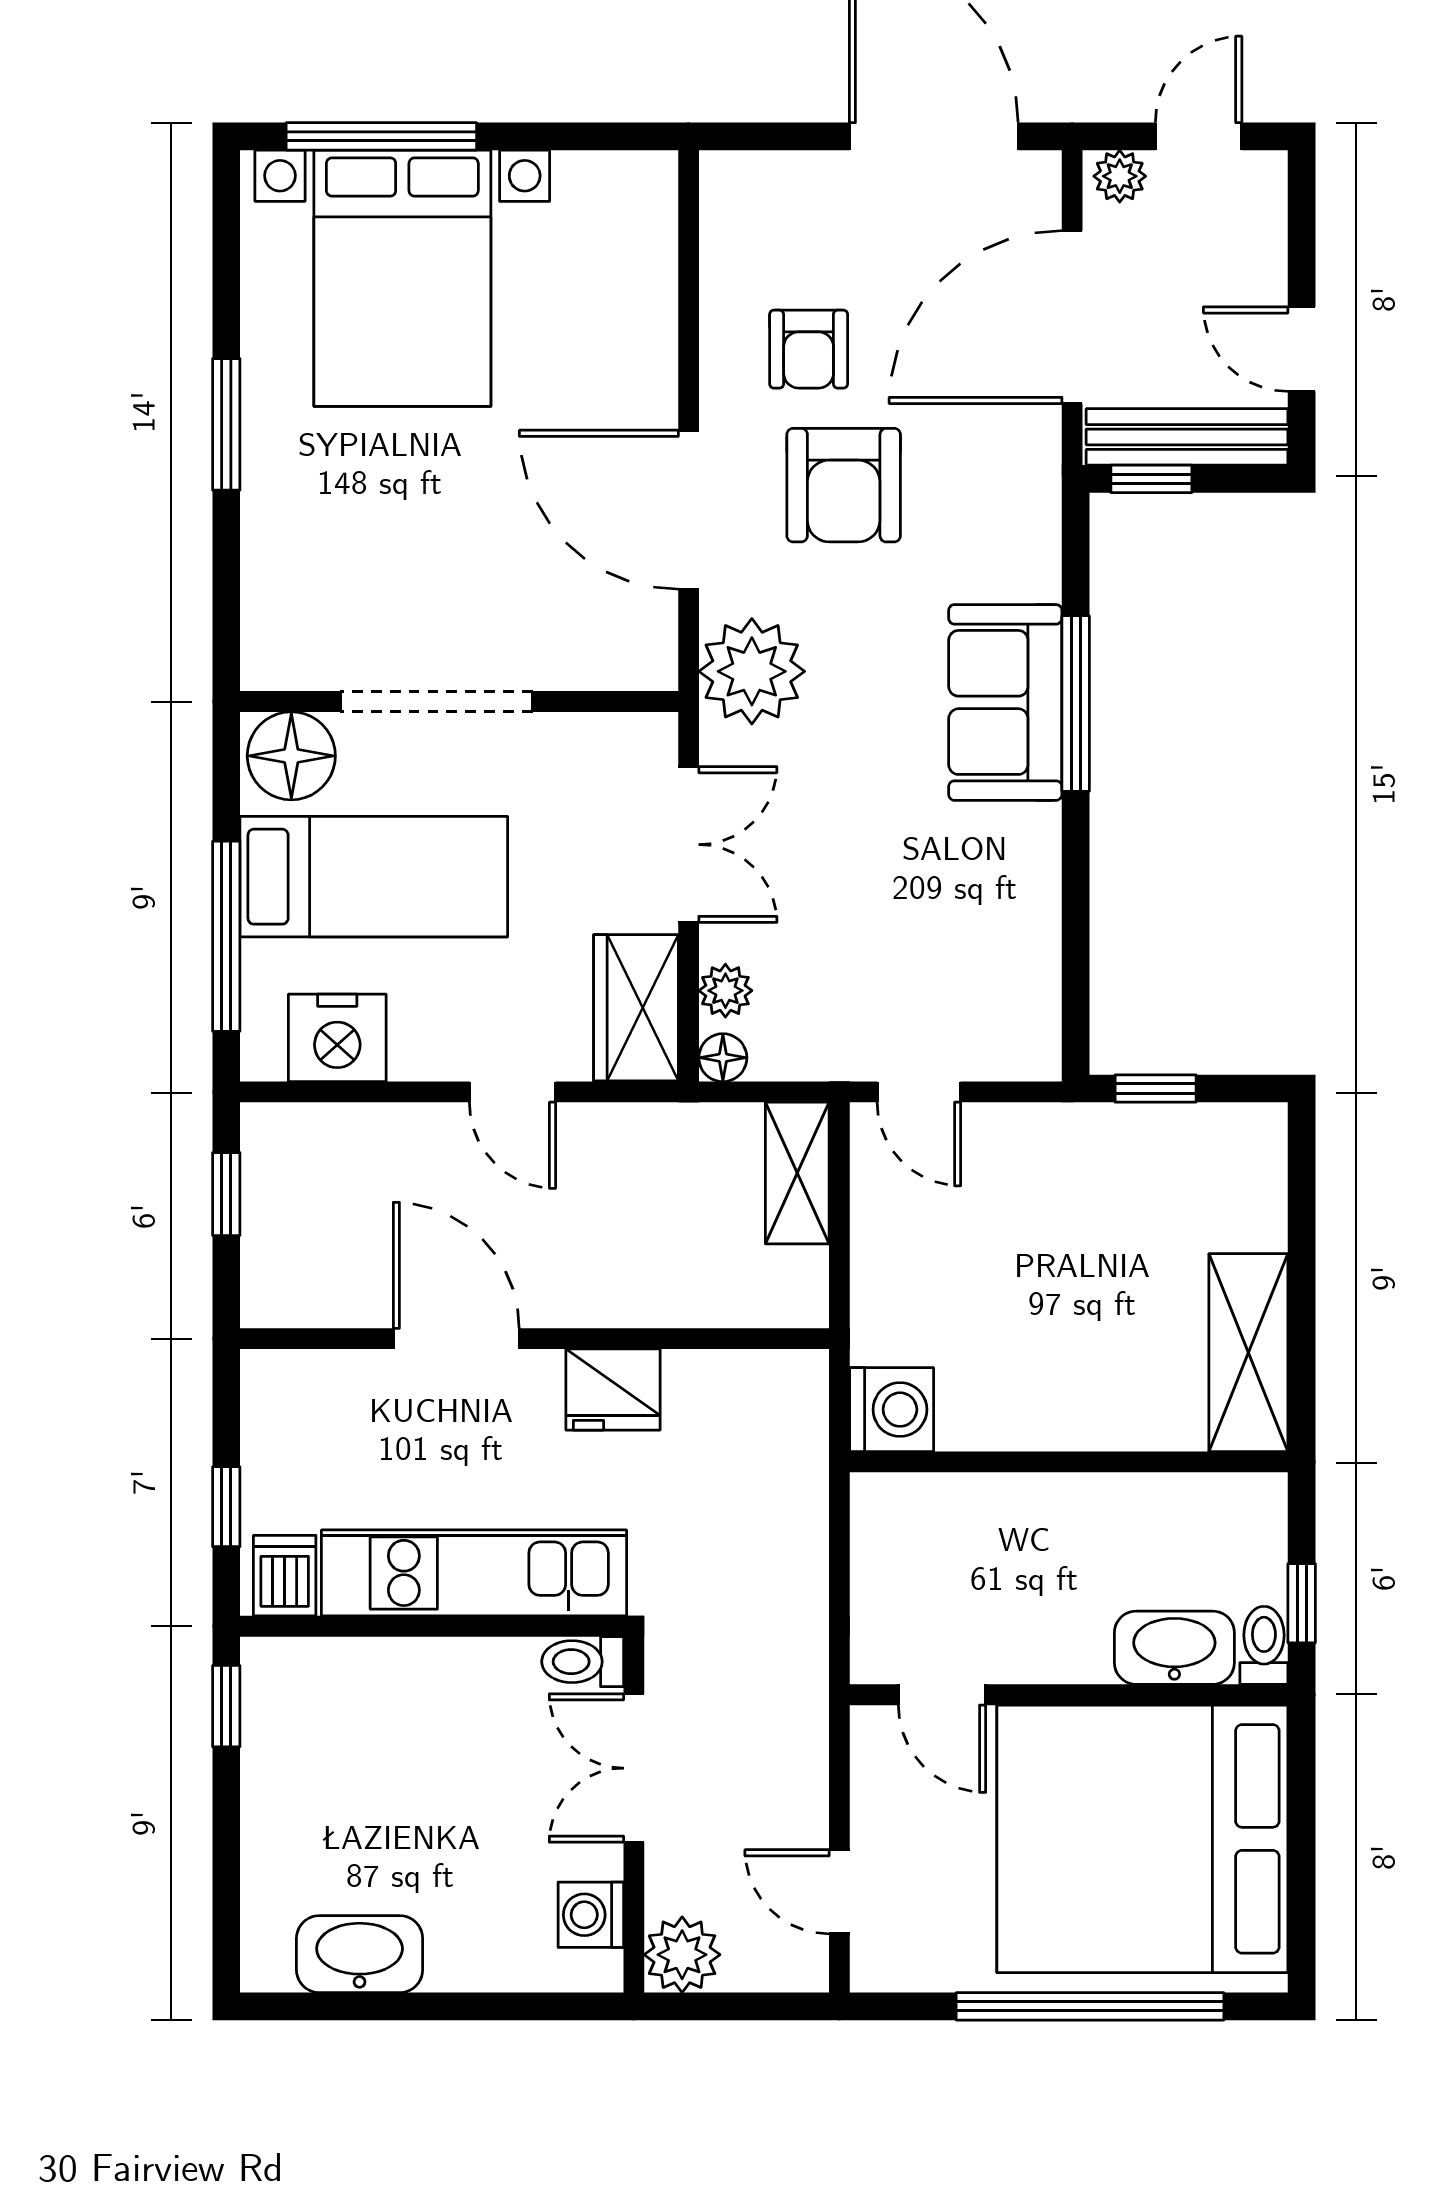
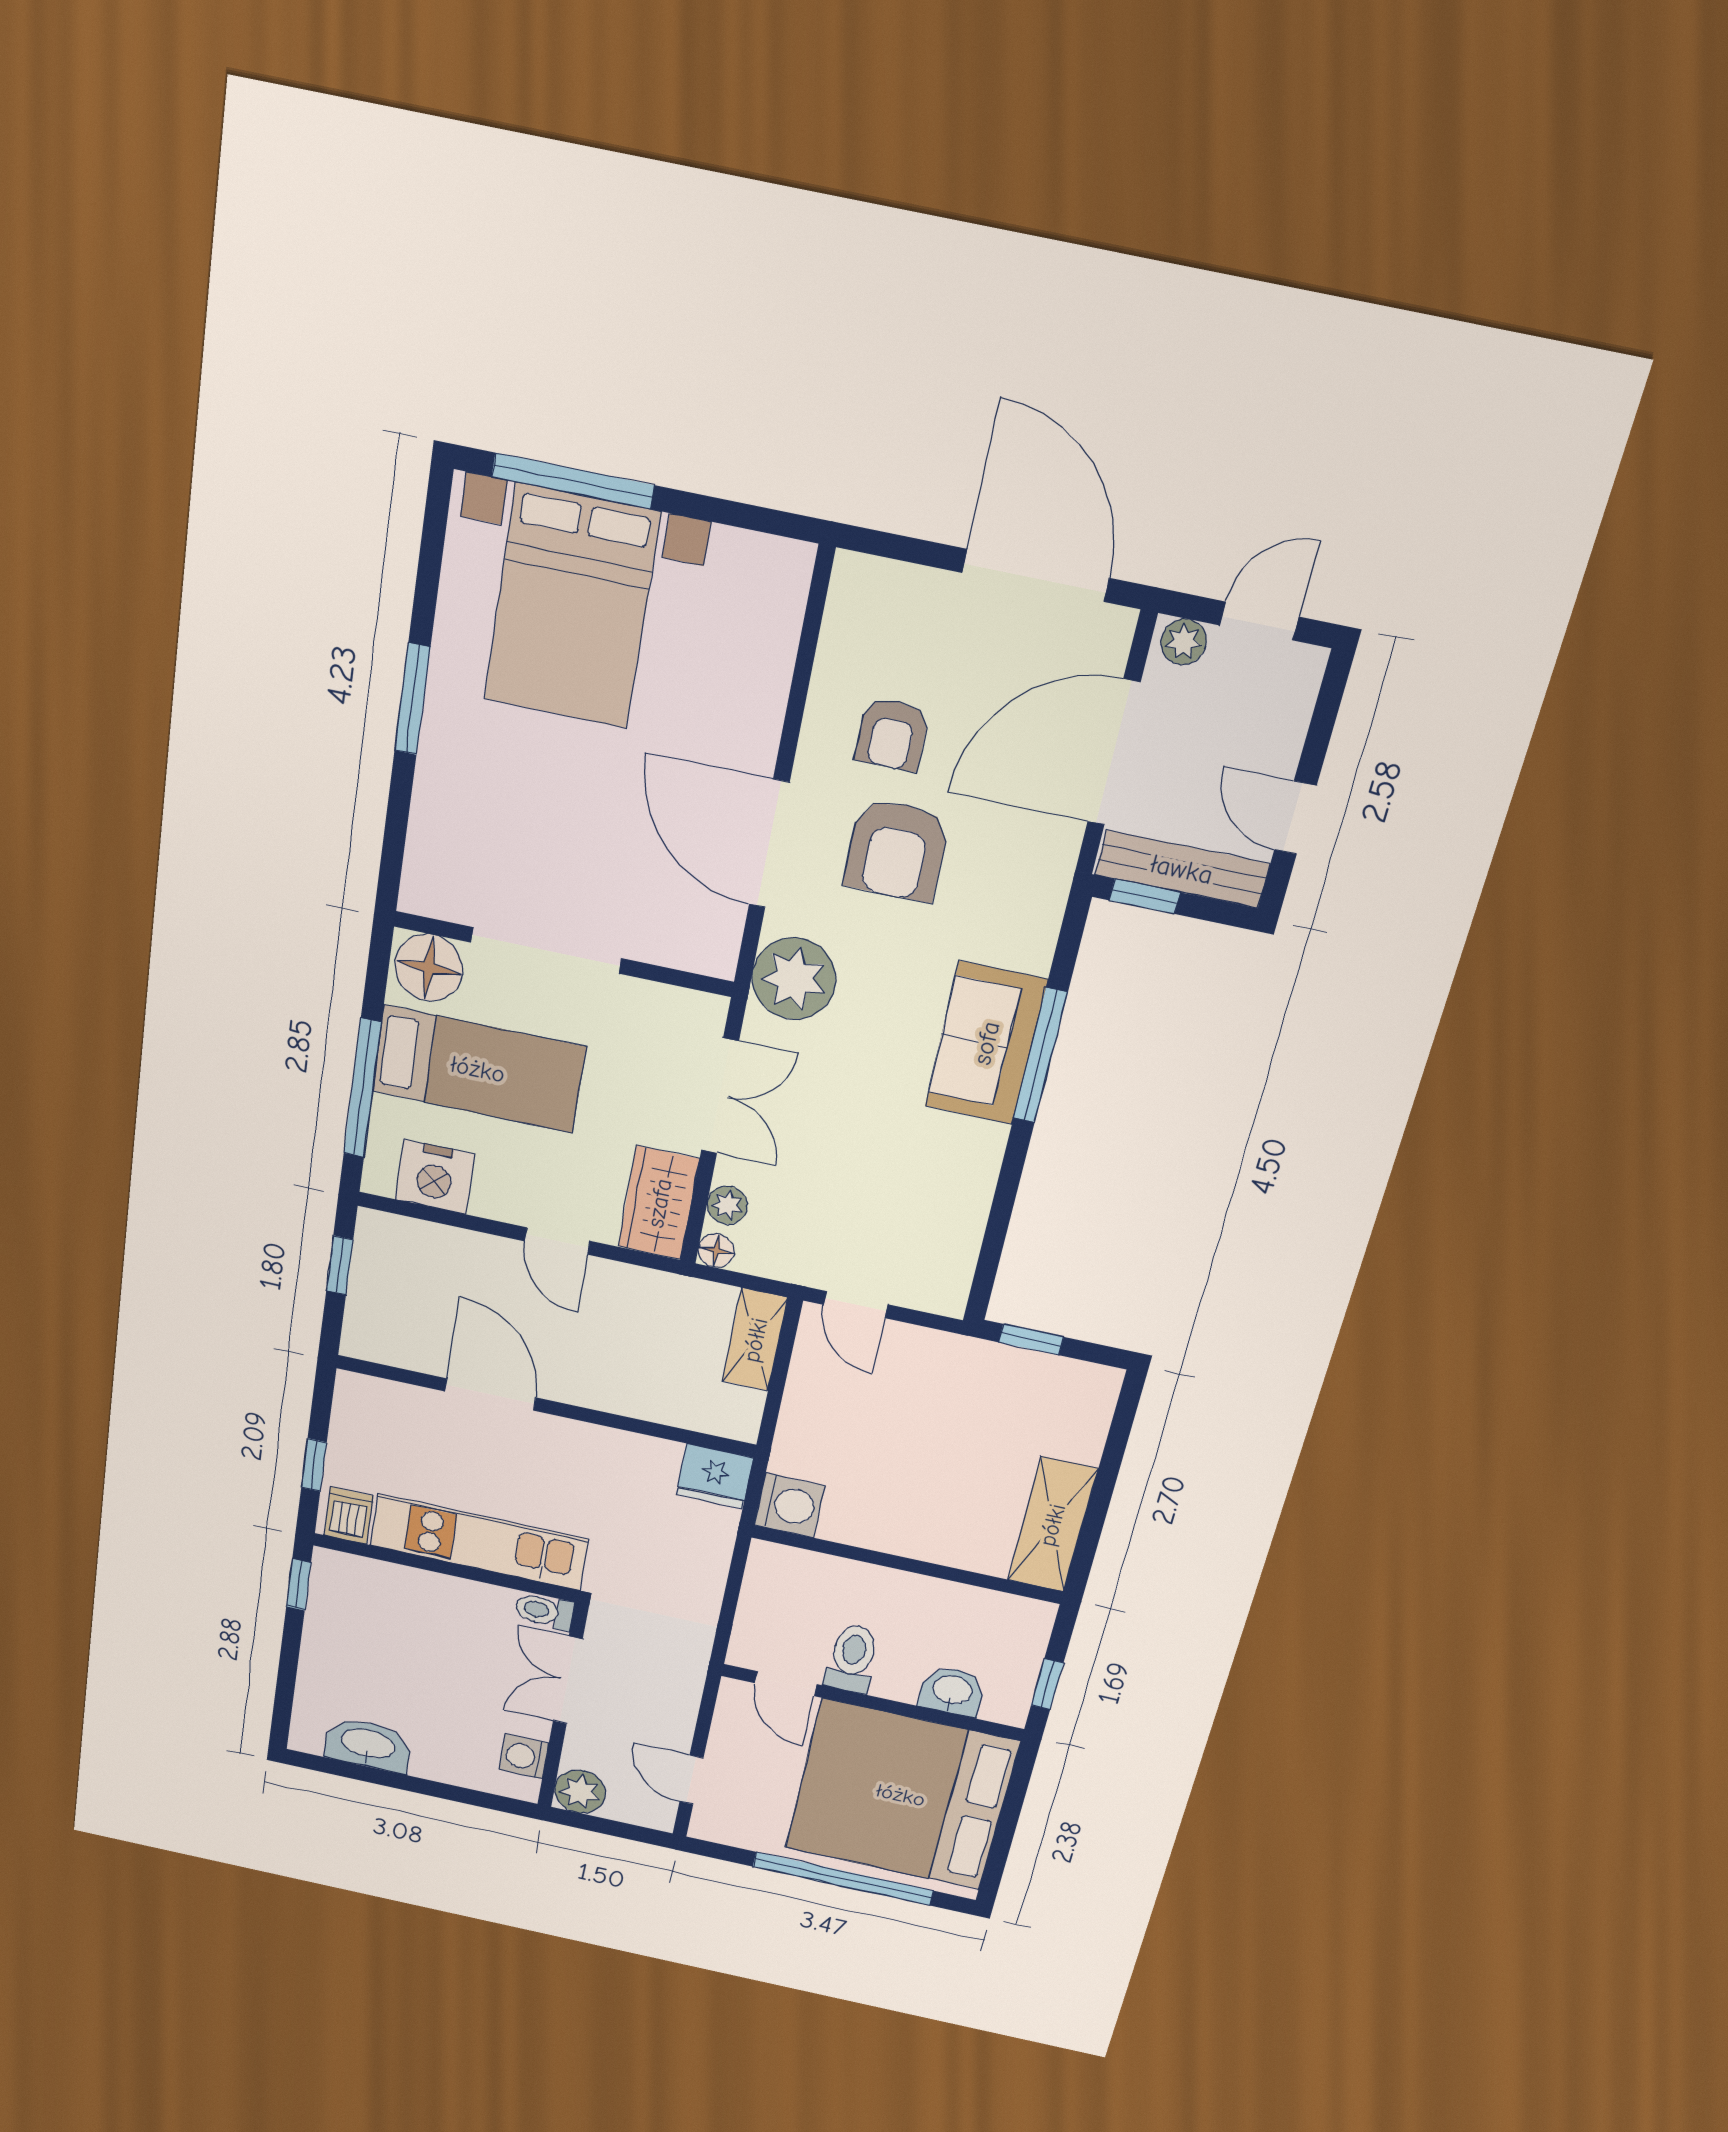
fridge: (613, 1389) -> (715, 1476), moved
toilet: (1264, 1645) -> (852, 1659), moved, width x1.37, depth x1.39
washbasin: (1174, 1648) -> (952, 1691), width x0.72

